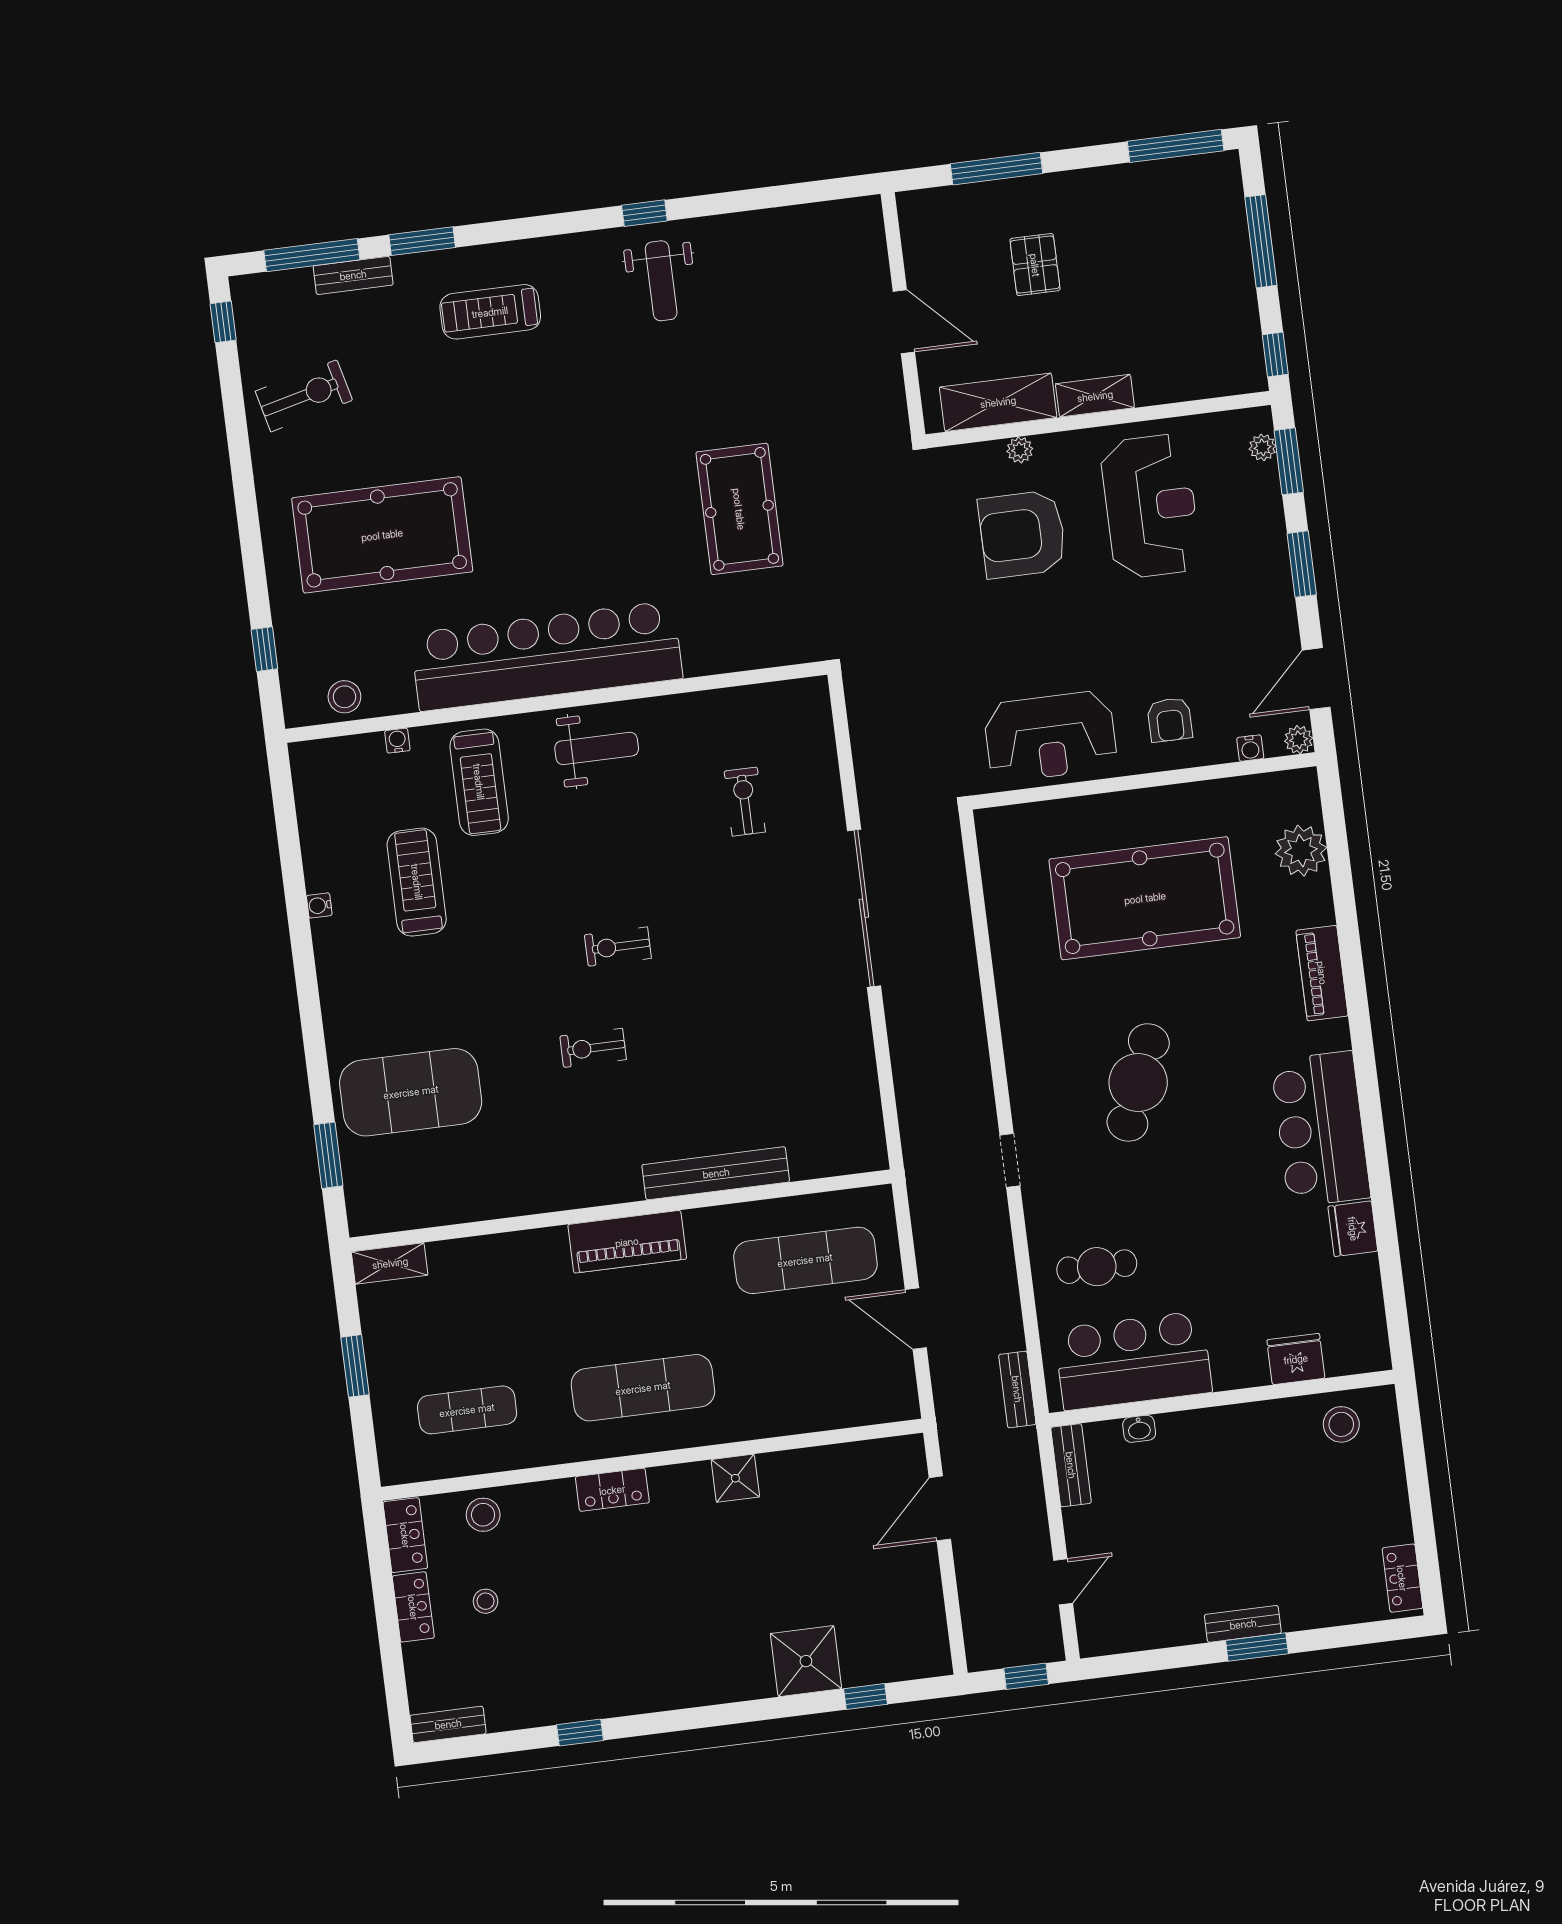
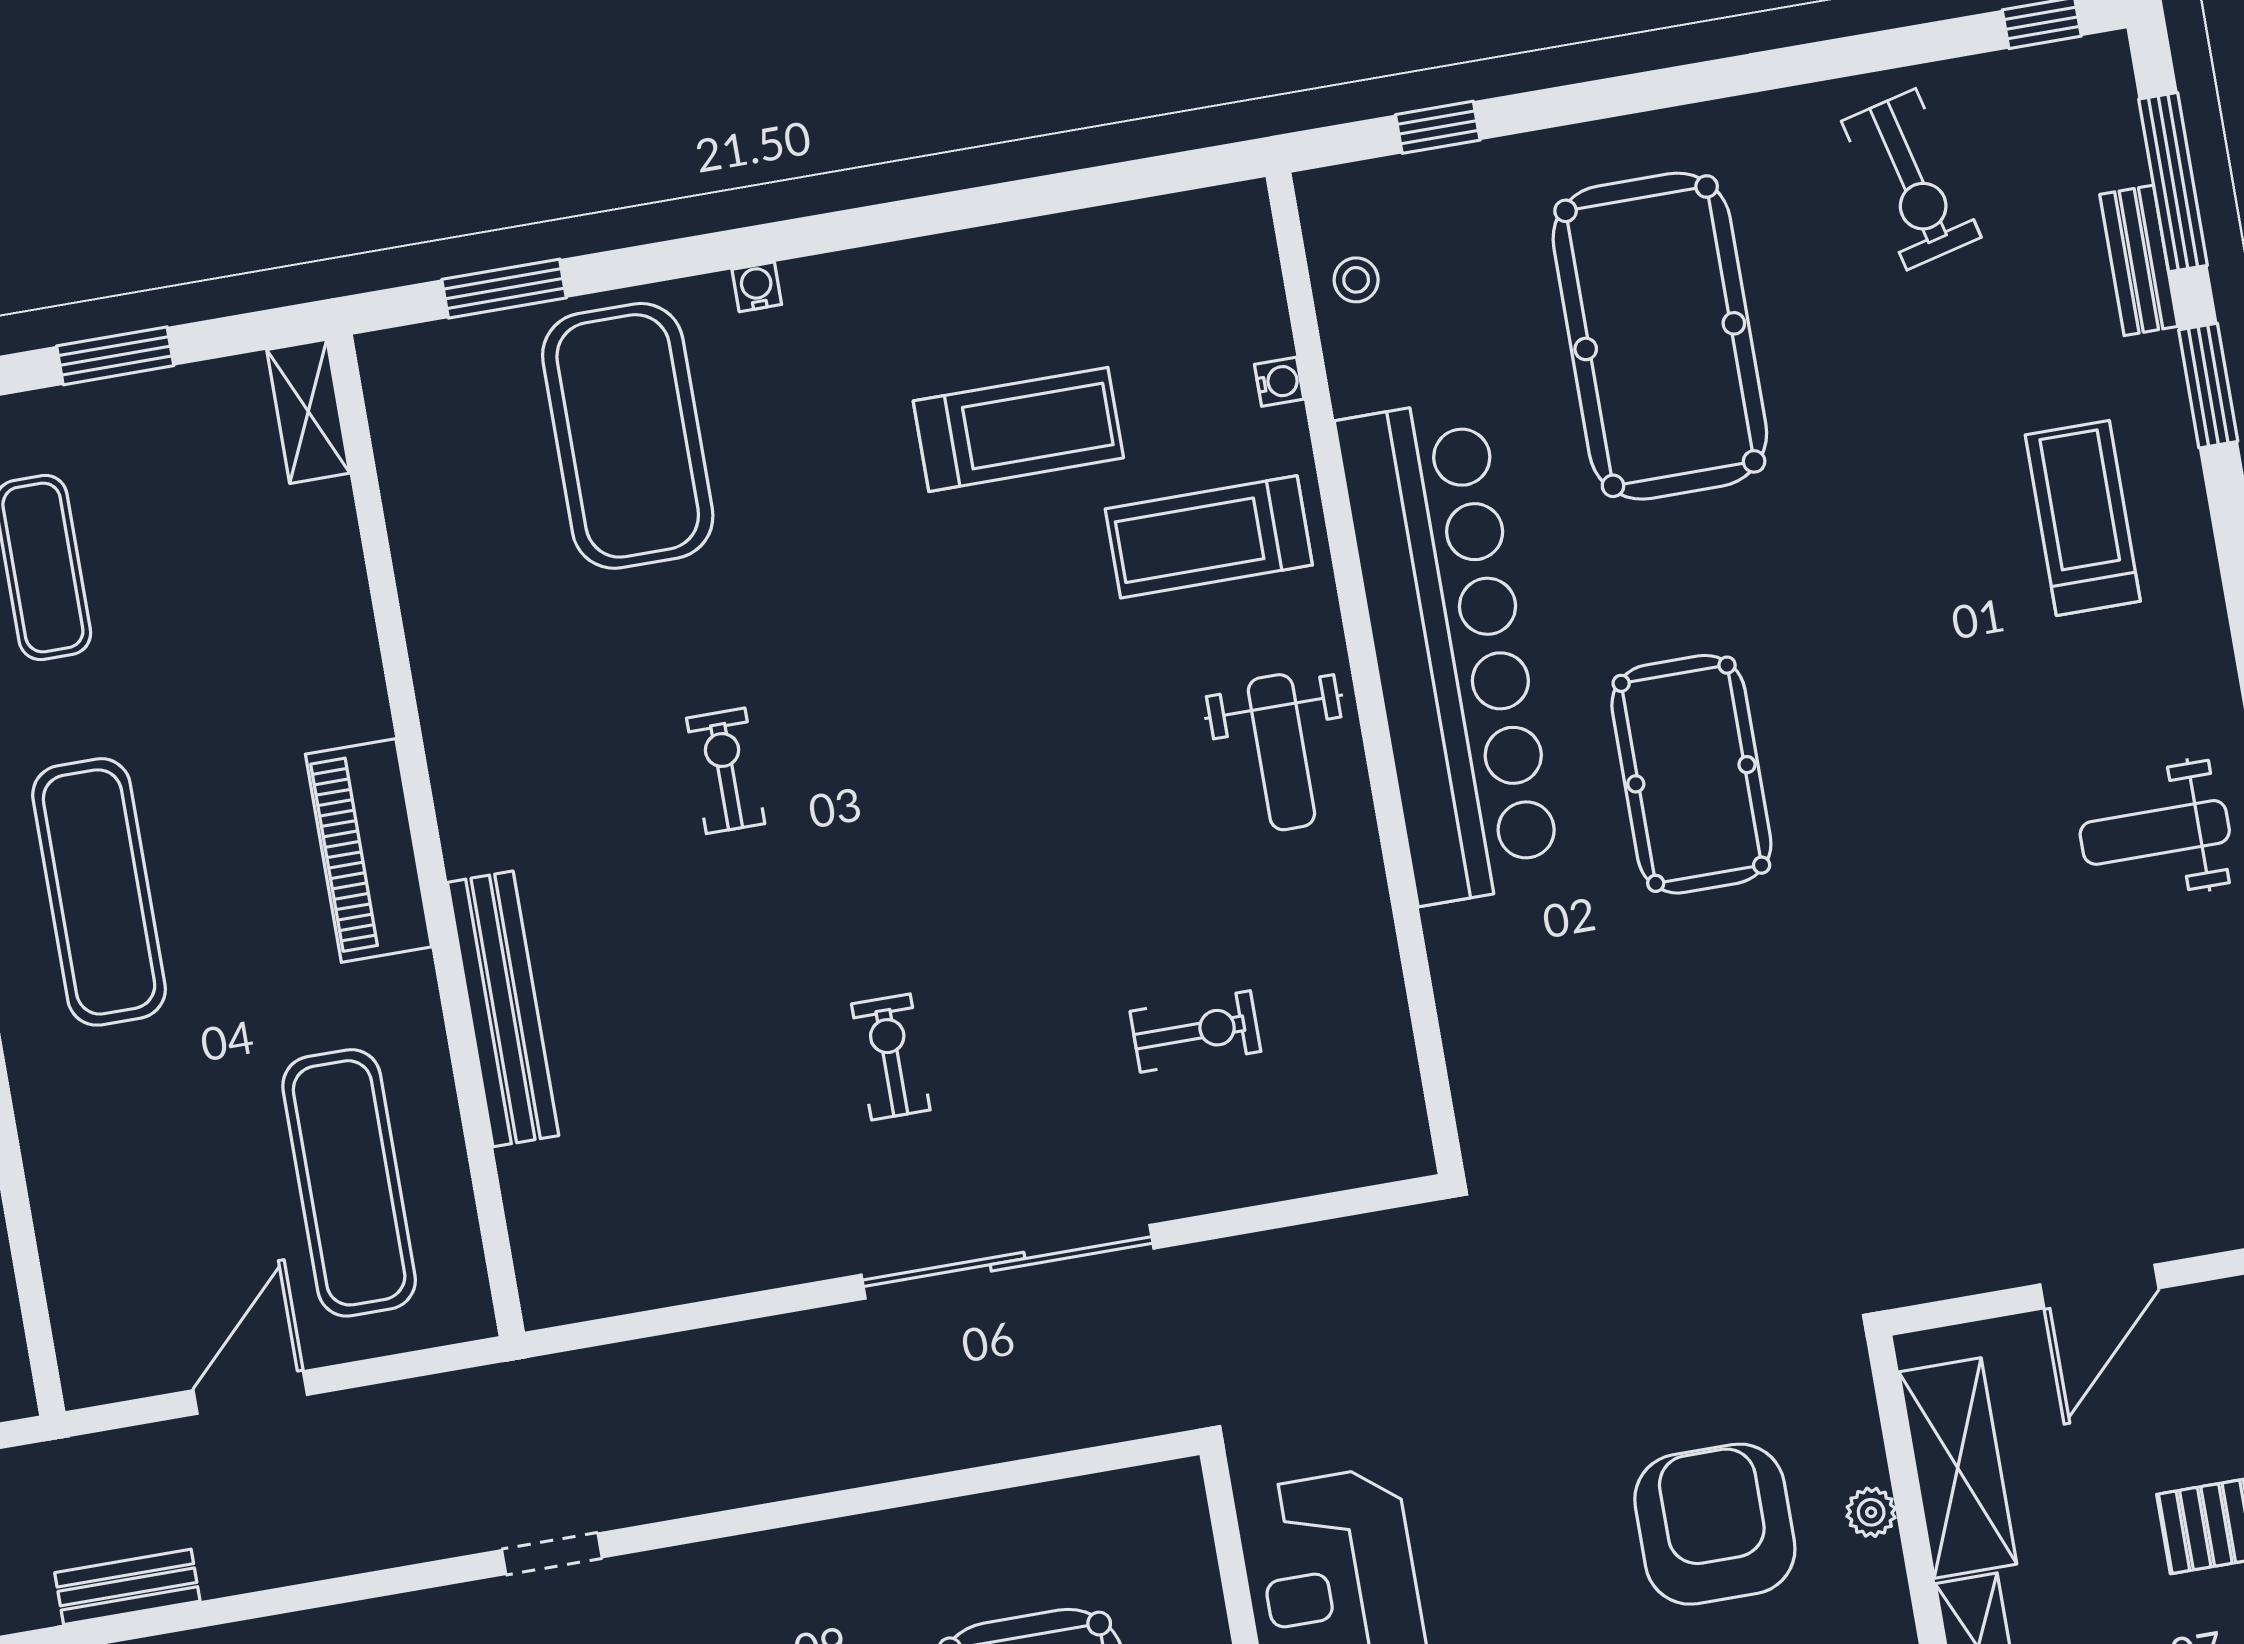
pool table: (739, 509) -> (1691, 774), moved, turned 90
stool: (344, 697) -> (1356, 280), width x0.73, depth x0.73
water cooler: (319, 905) -> (757, 287), moved
exercise bike: (618, 947) -> (891, 1057), moved

